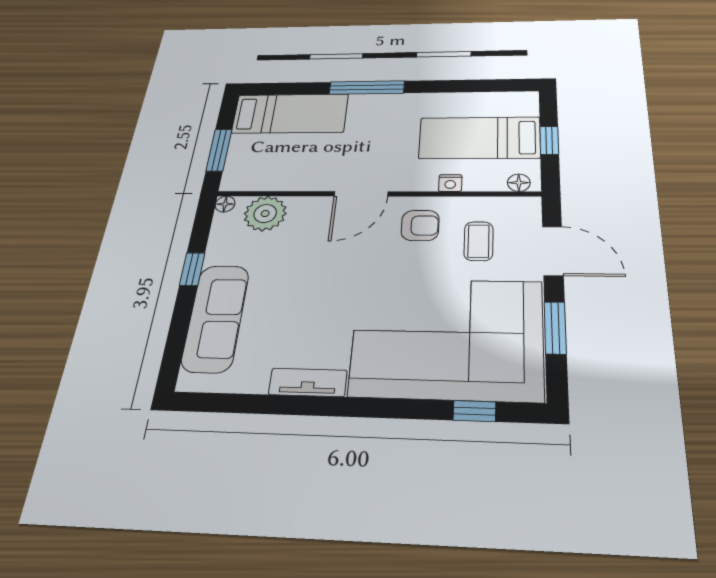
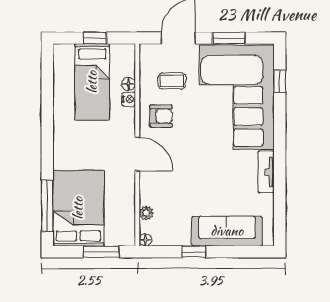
window: (367, 88) -> (47, 206), moved
bed: (290, 114) -> (78, 208), width x1.50
floor lamp: (519, 183) -> (128, 84), moved
plant: (265, 213) -> (146, 213), width x0.53, depth x0.53
armchair: (420, 225) -> (161, 116), turned 90

